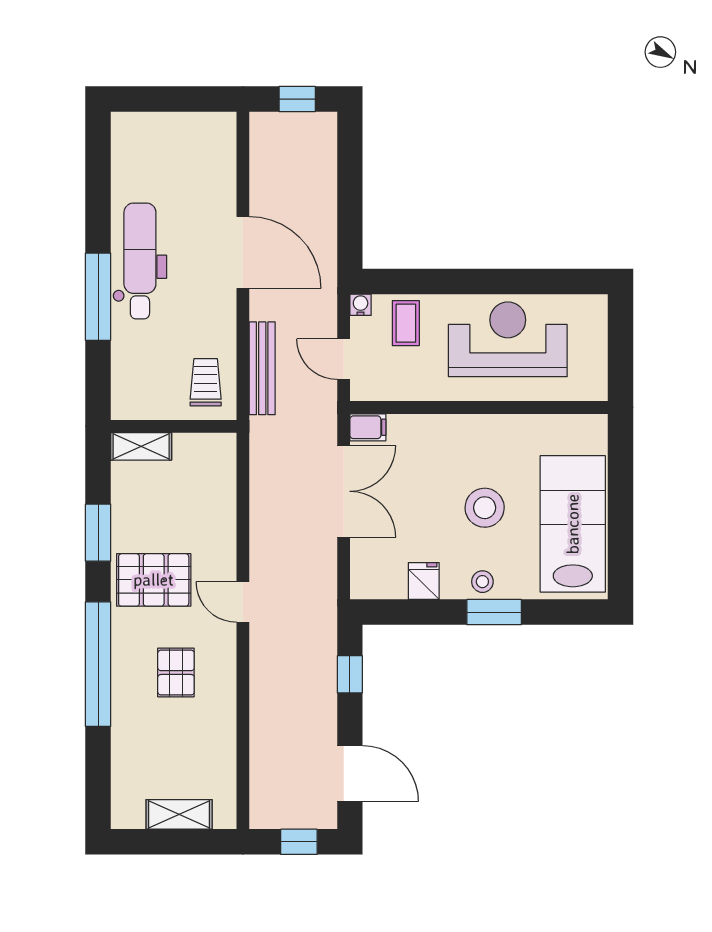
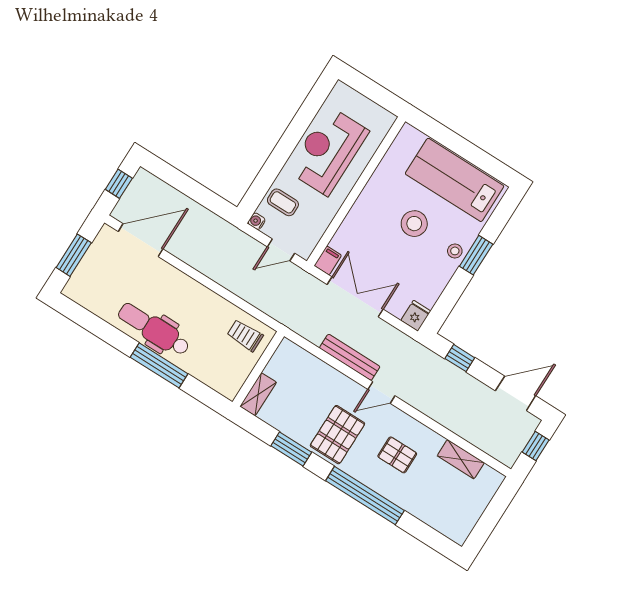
window: (170, 99) -> (74, 255), added
door: (243, 252) -> (141, 240), moved
bench: (262, 368) -> (350, 357), moved
fridge: (424, 581) -> (416, 316), moved, turned 90
shelving: (179, 814) -> (461, 459), moved, turned 90

